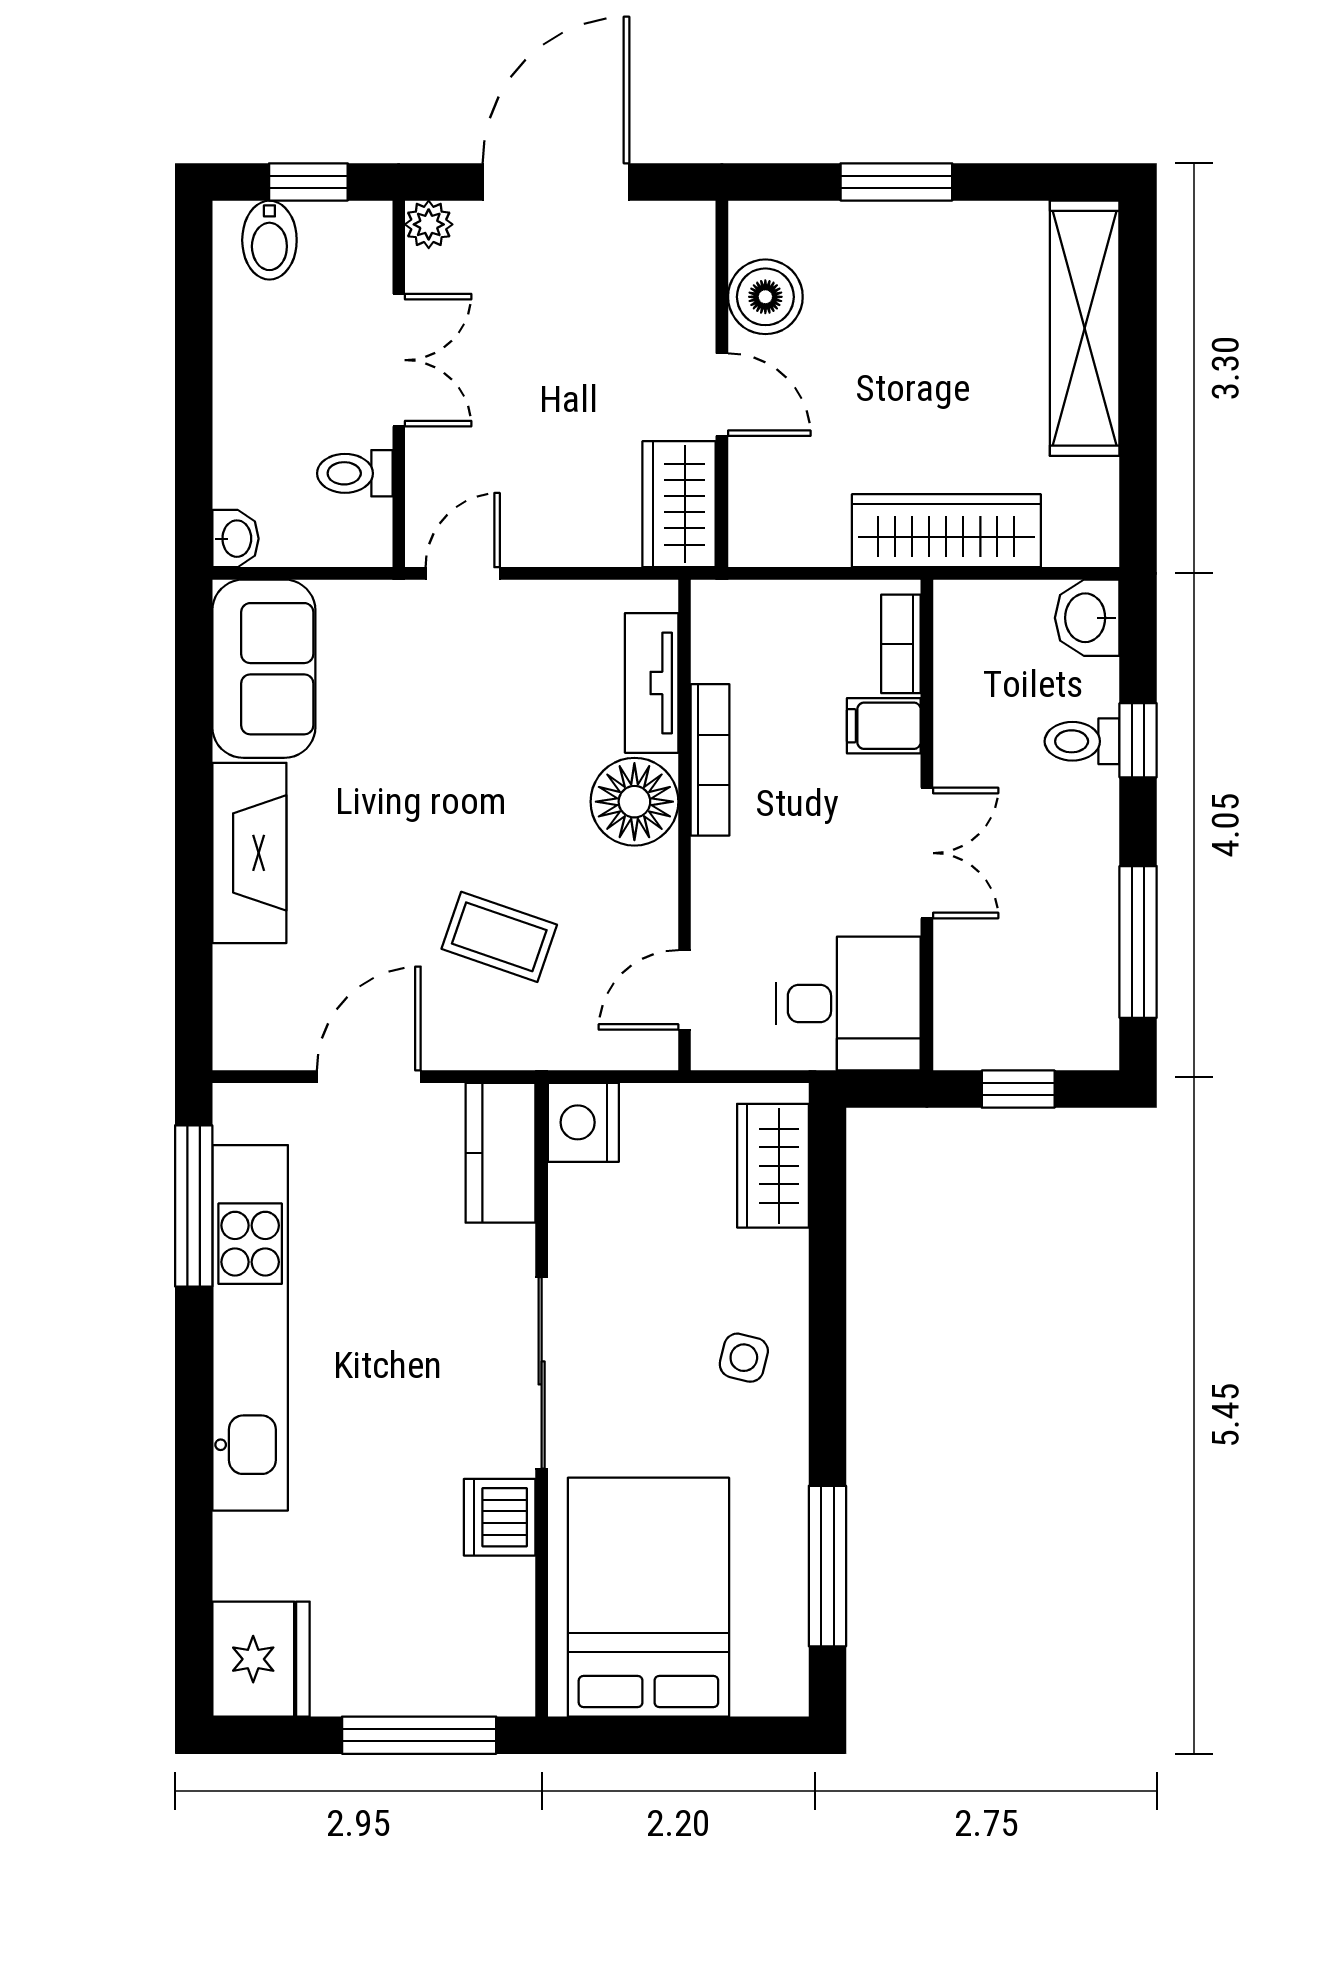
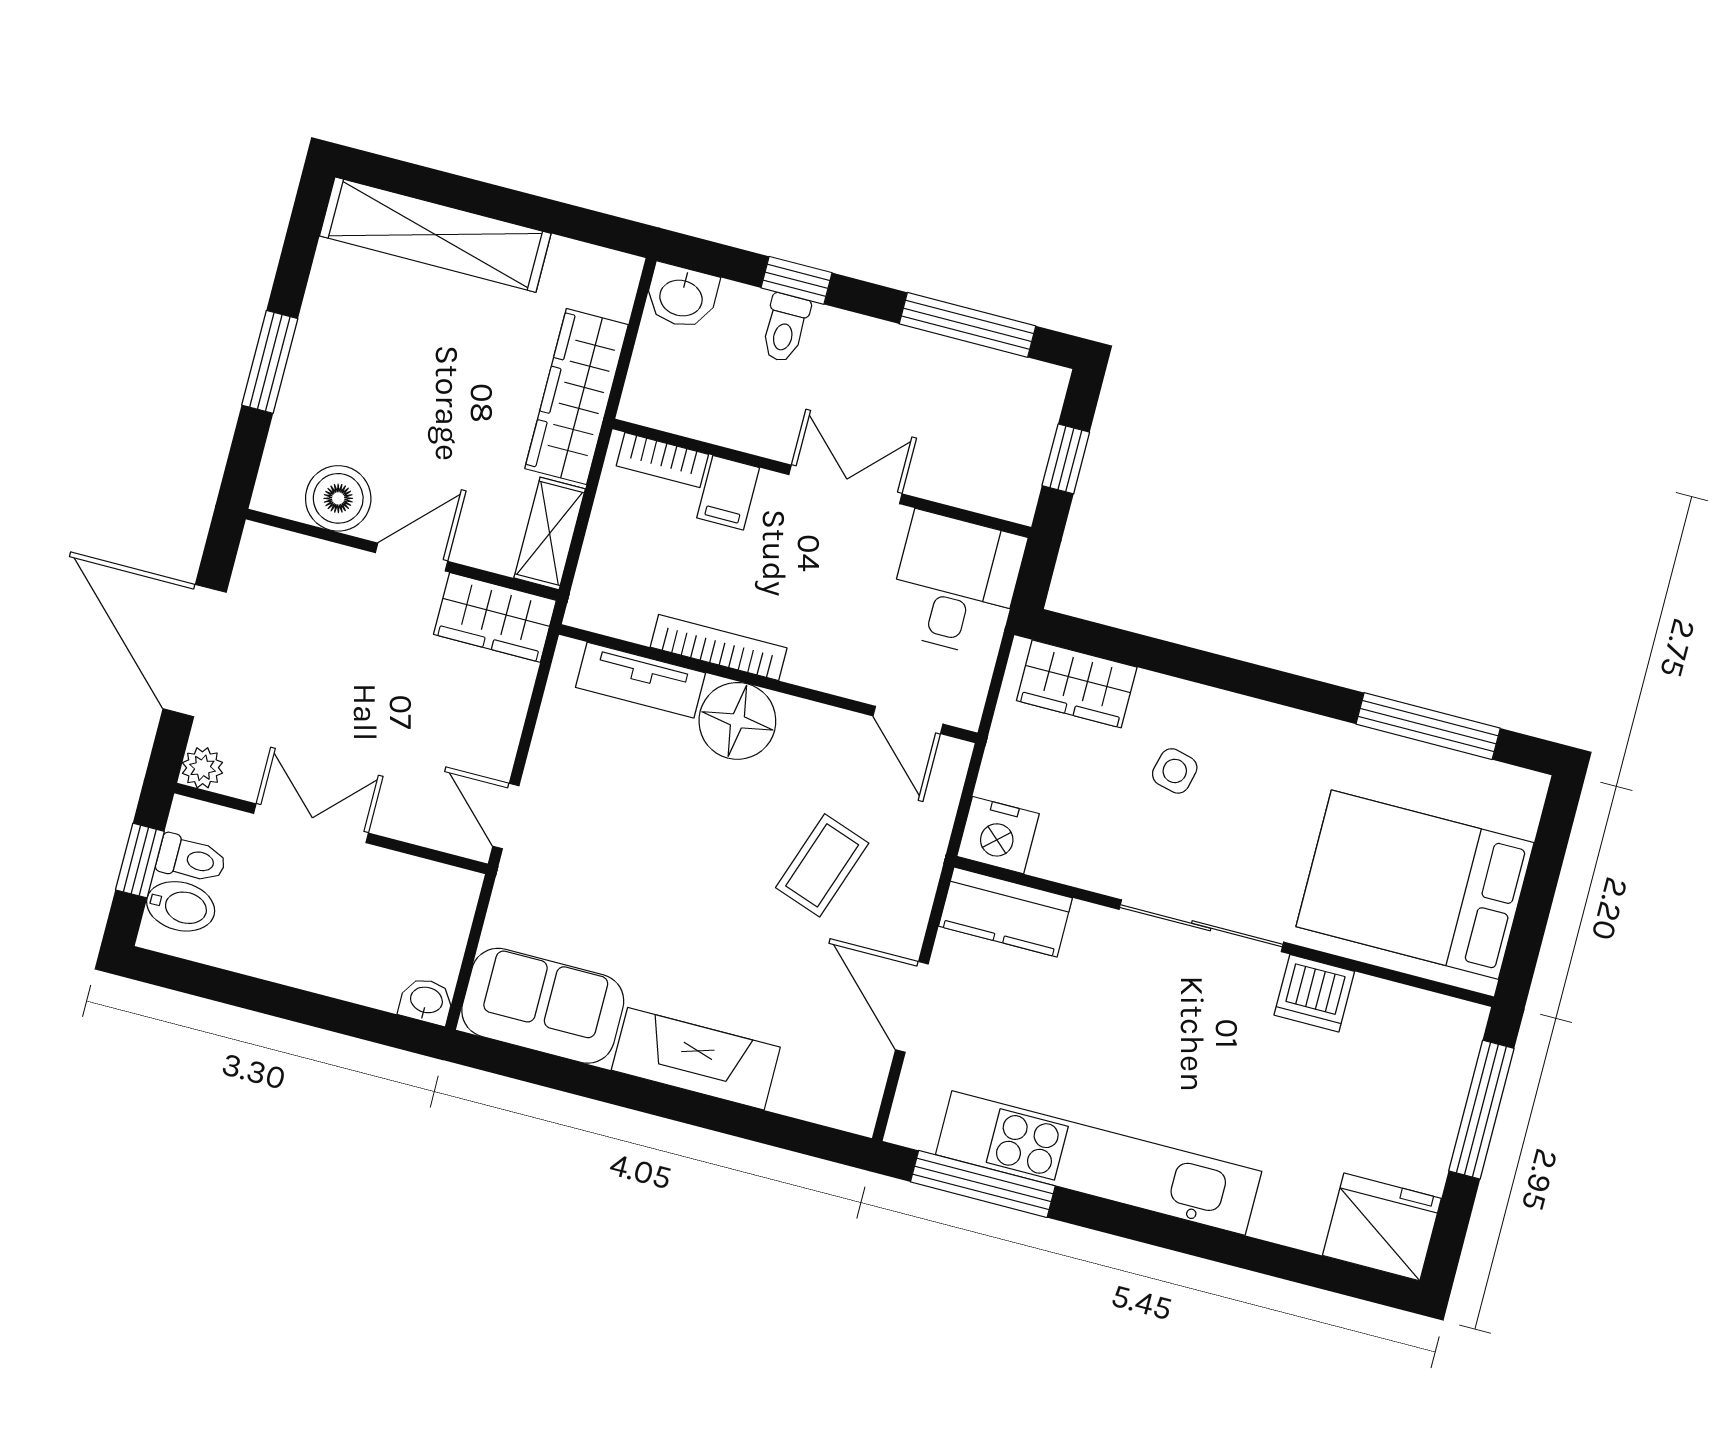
toilet: (355, 473) -> (191, 859), moved, turned -90
shelving: (787, 540) -> (550, 533), added
side table: (744, 1358) -> (1175, 771), moved

